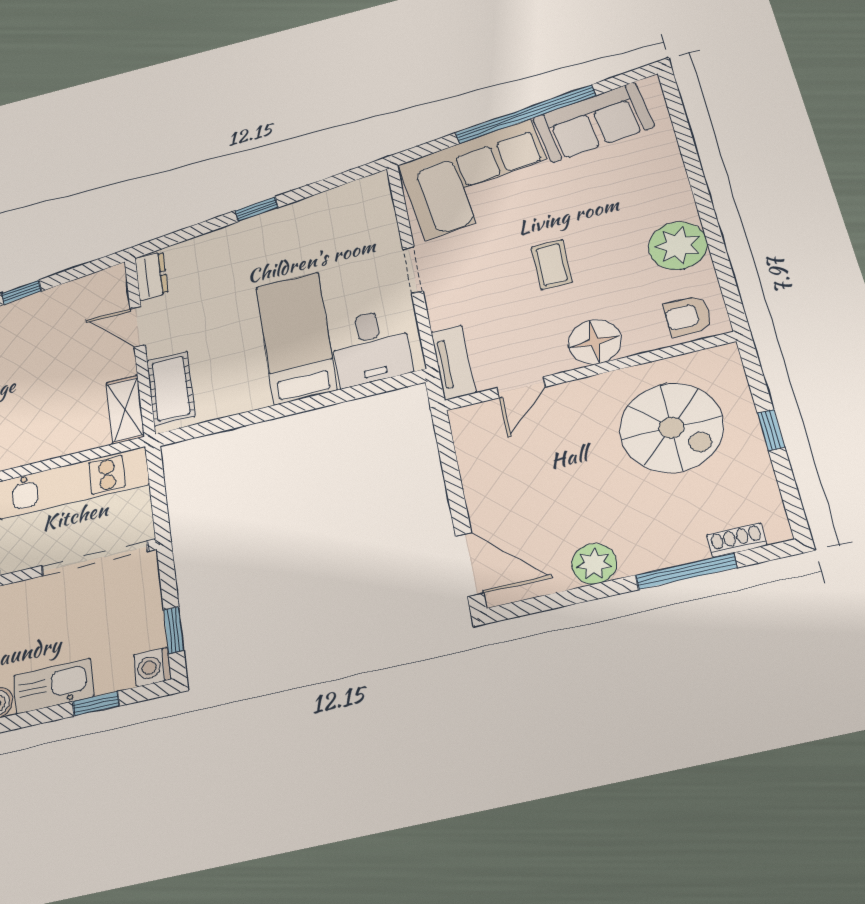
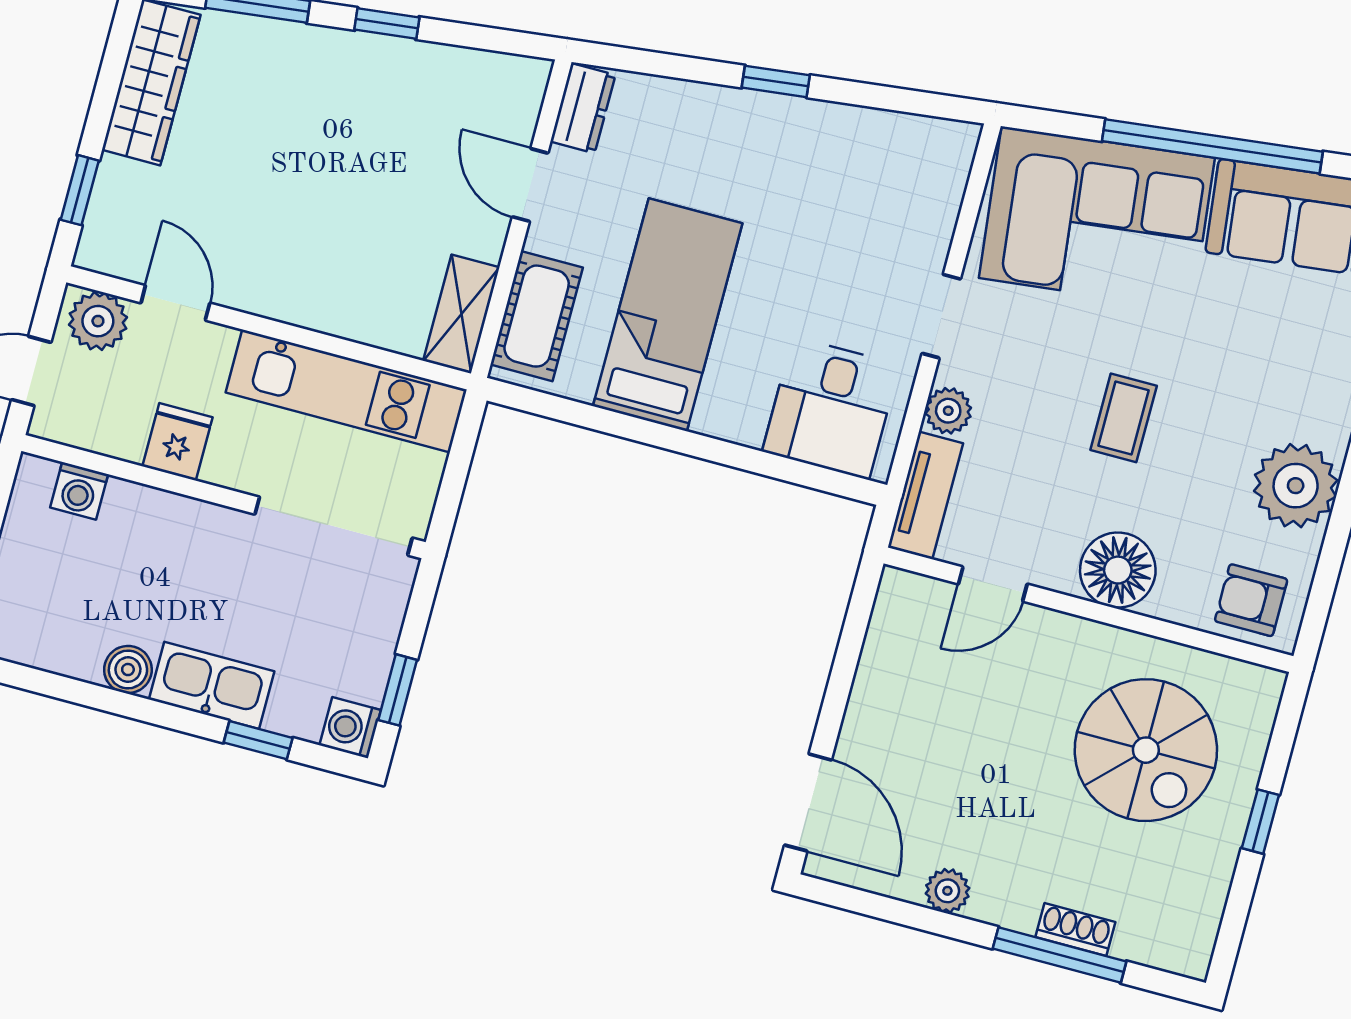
plant: (443, 313) -> (948, 411), added
bed: (296, 338) -> (668, 315), moved
shoe rack: (737, 540) -> (1075, 930), moved
plant: (594, 564) -> (947, 891), width x0.73, depth x0.73

